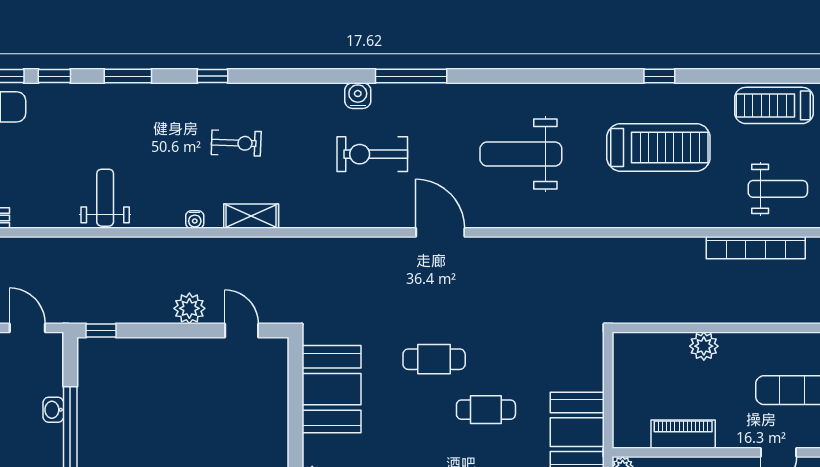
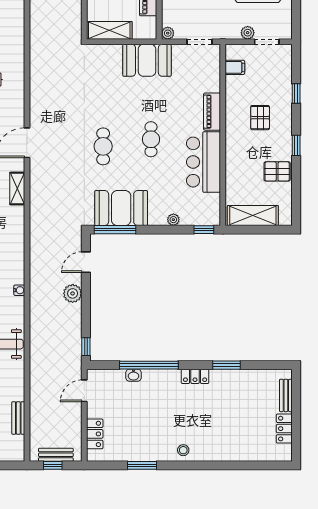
shelving: (251, 216) -> (17, 188), moved
shelving: (627, 369) -> (109, 30), added
window: (295, 379) -> (115, 230), added
cafe table: (486, 410) -> (151, 139), moved

